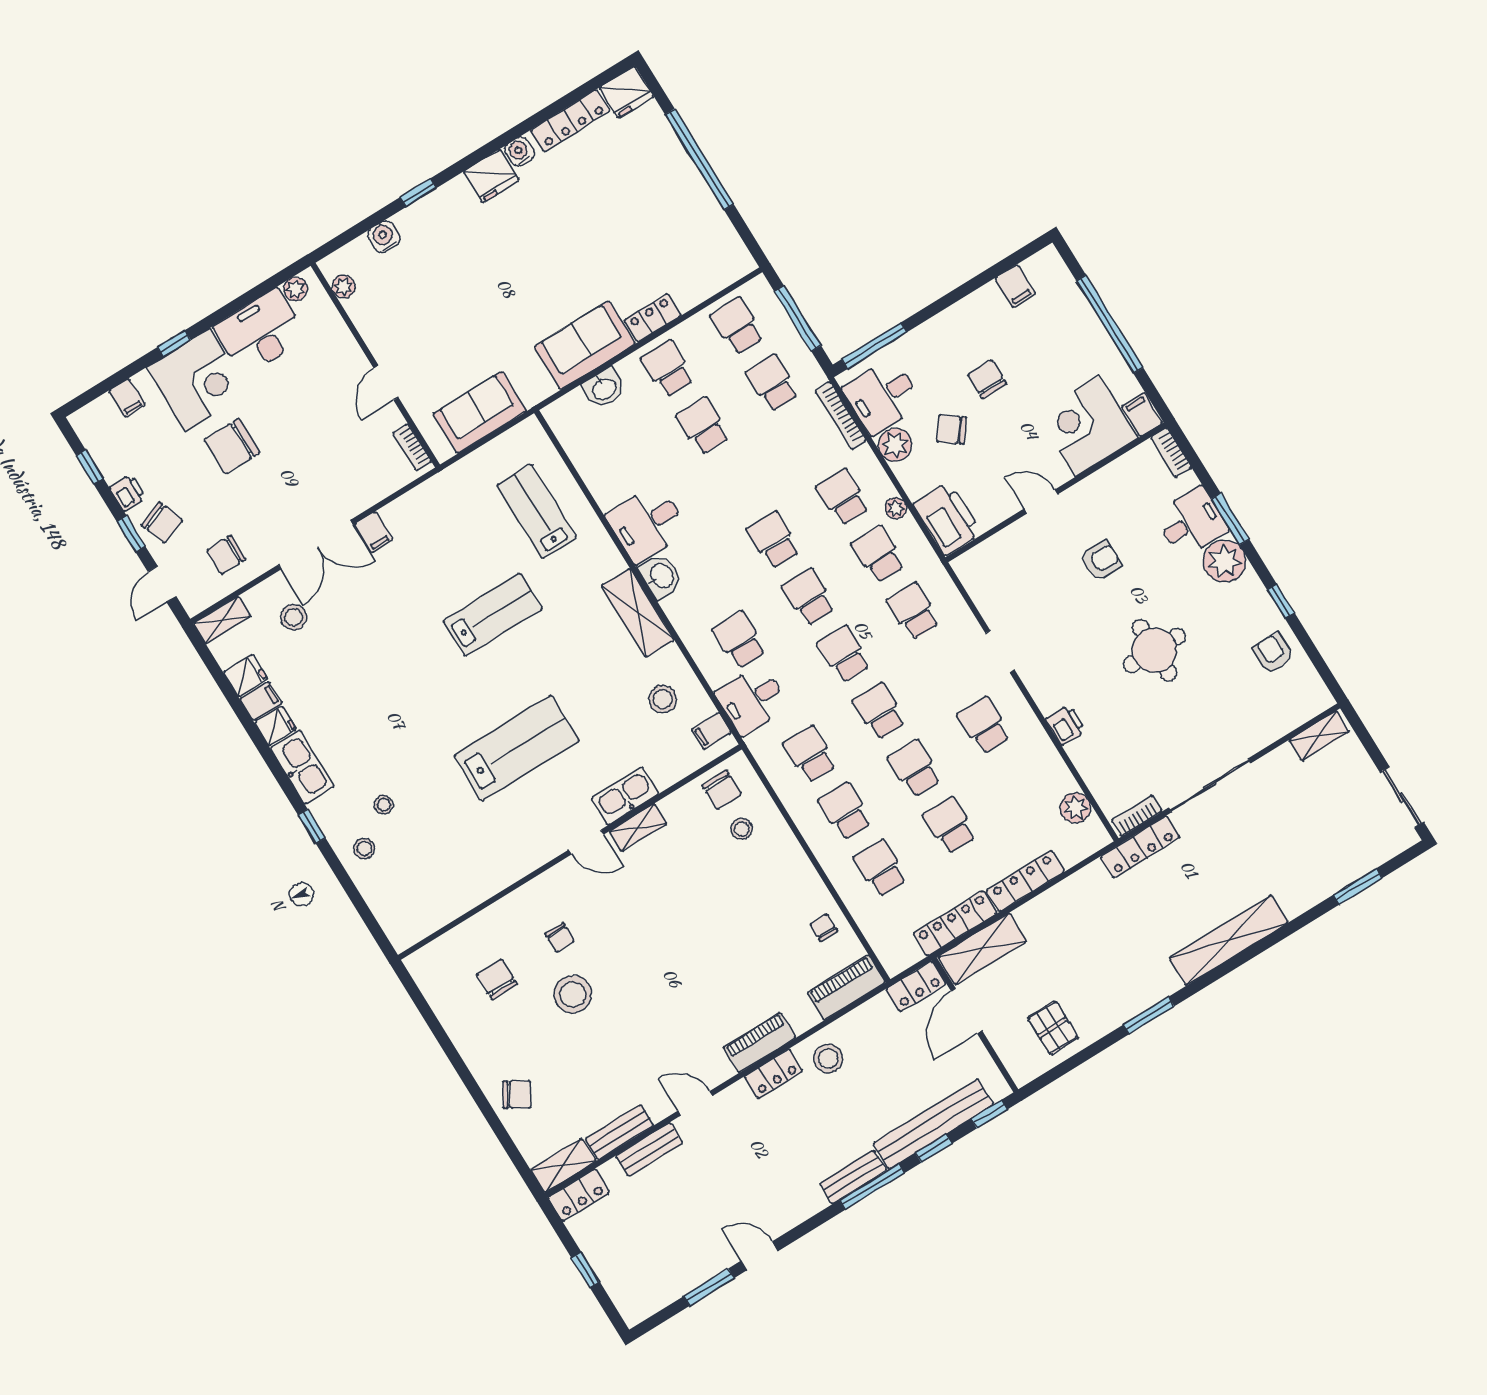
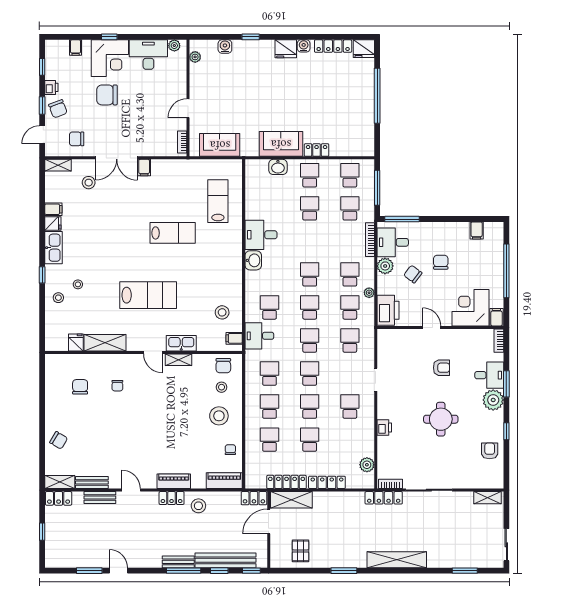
shelving: (638, 613) -> (105, 343), moved, turned 90
fridge: (246, 676) -> (76, 343), moved, turned -90
stool: (573, 994) -> (219, 416), moved

